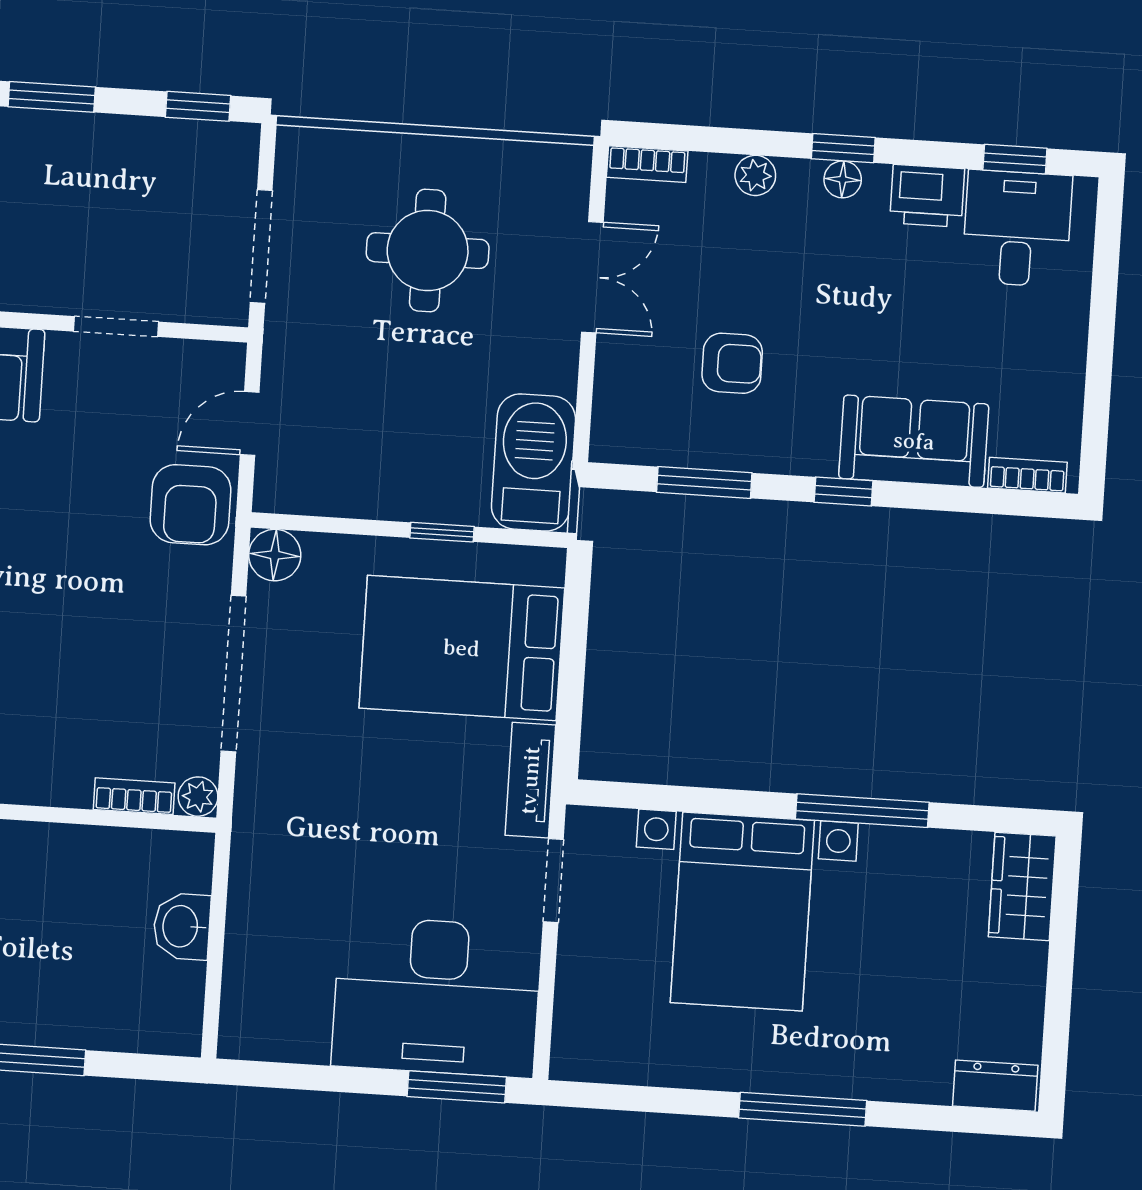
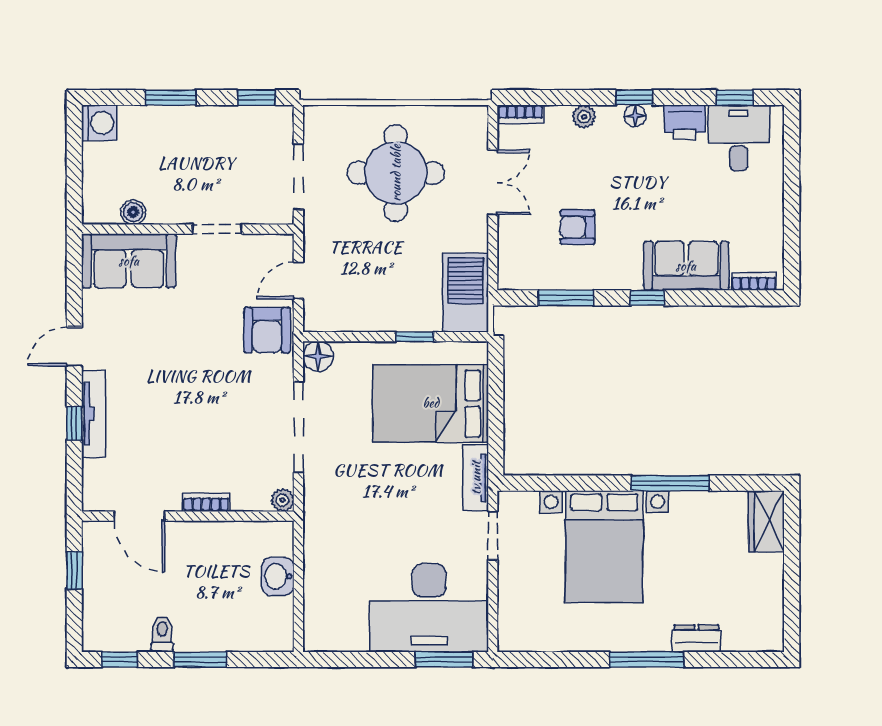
round table: (428, 251) -> (396, 173), width x1.36, depth x1.36
armchair: (732, 363) -> (578, 227), turned 180
bookcase: (134, 796) -> (206, 502), moved
dresser: (995, 1086) -> (696, 639), moved

